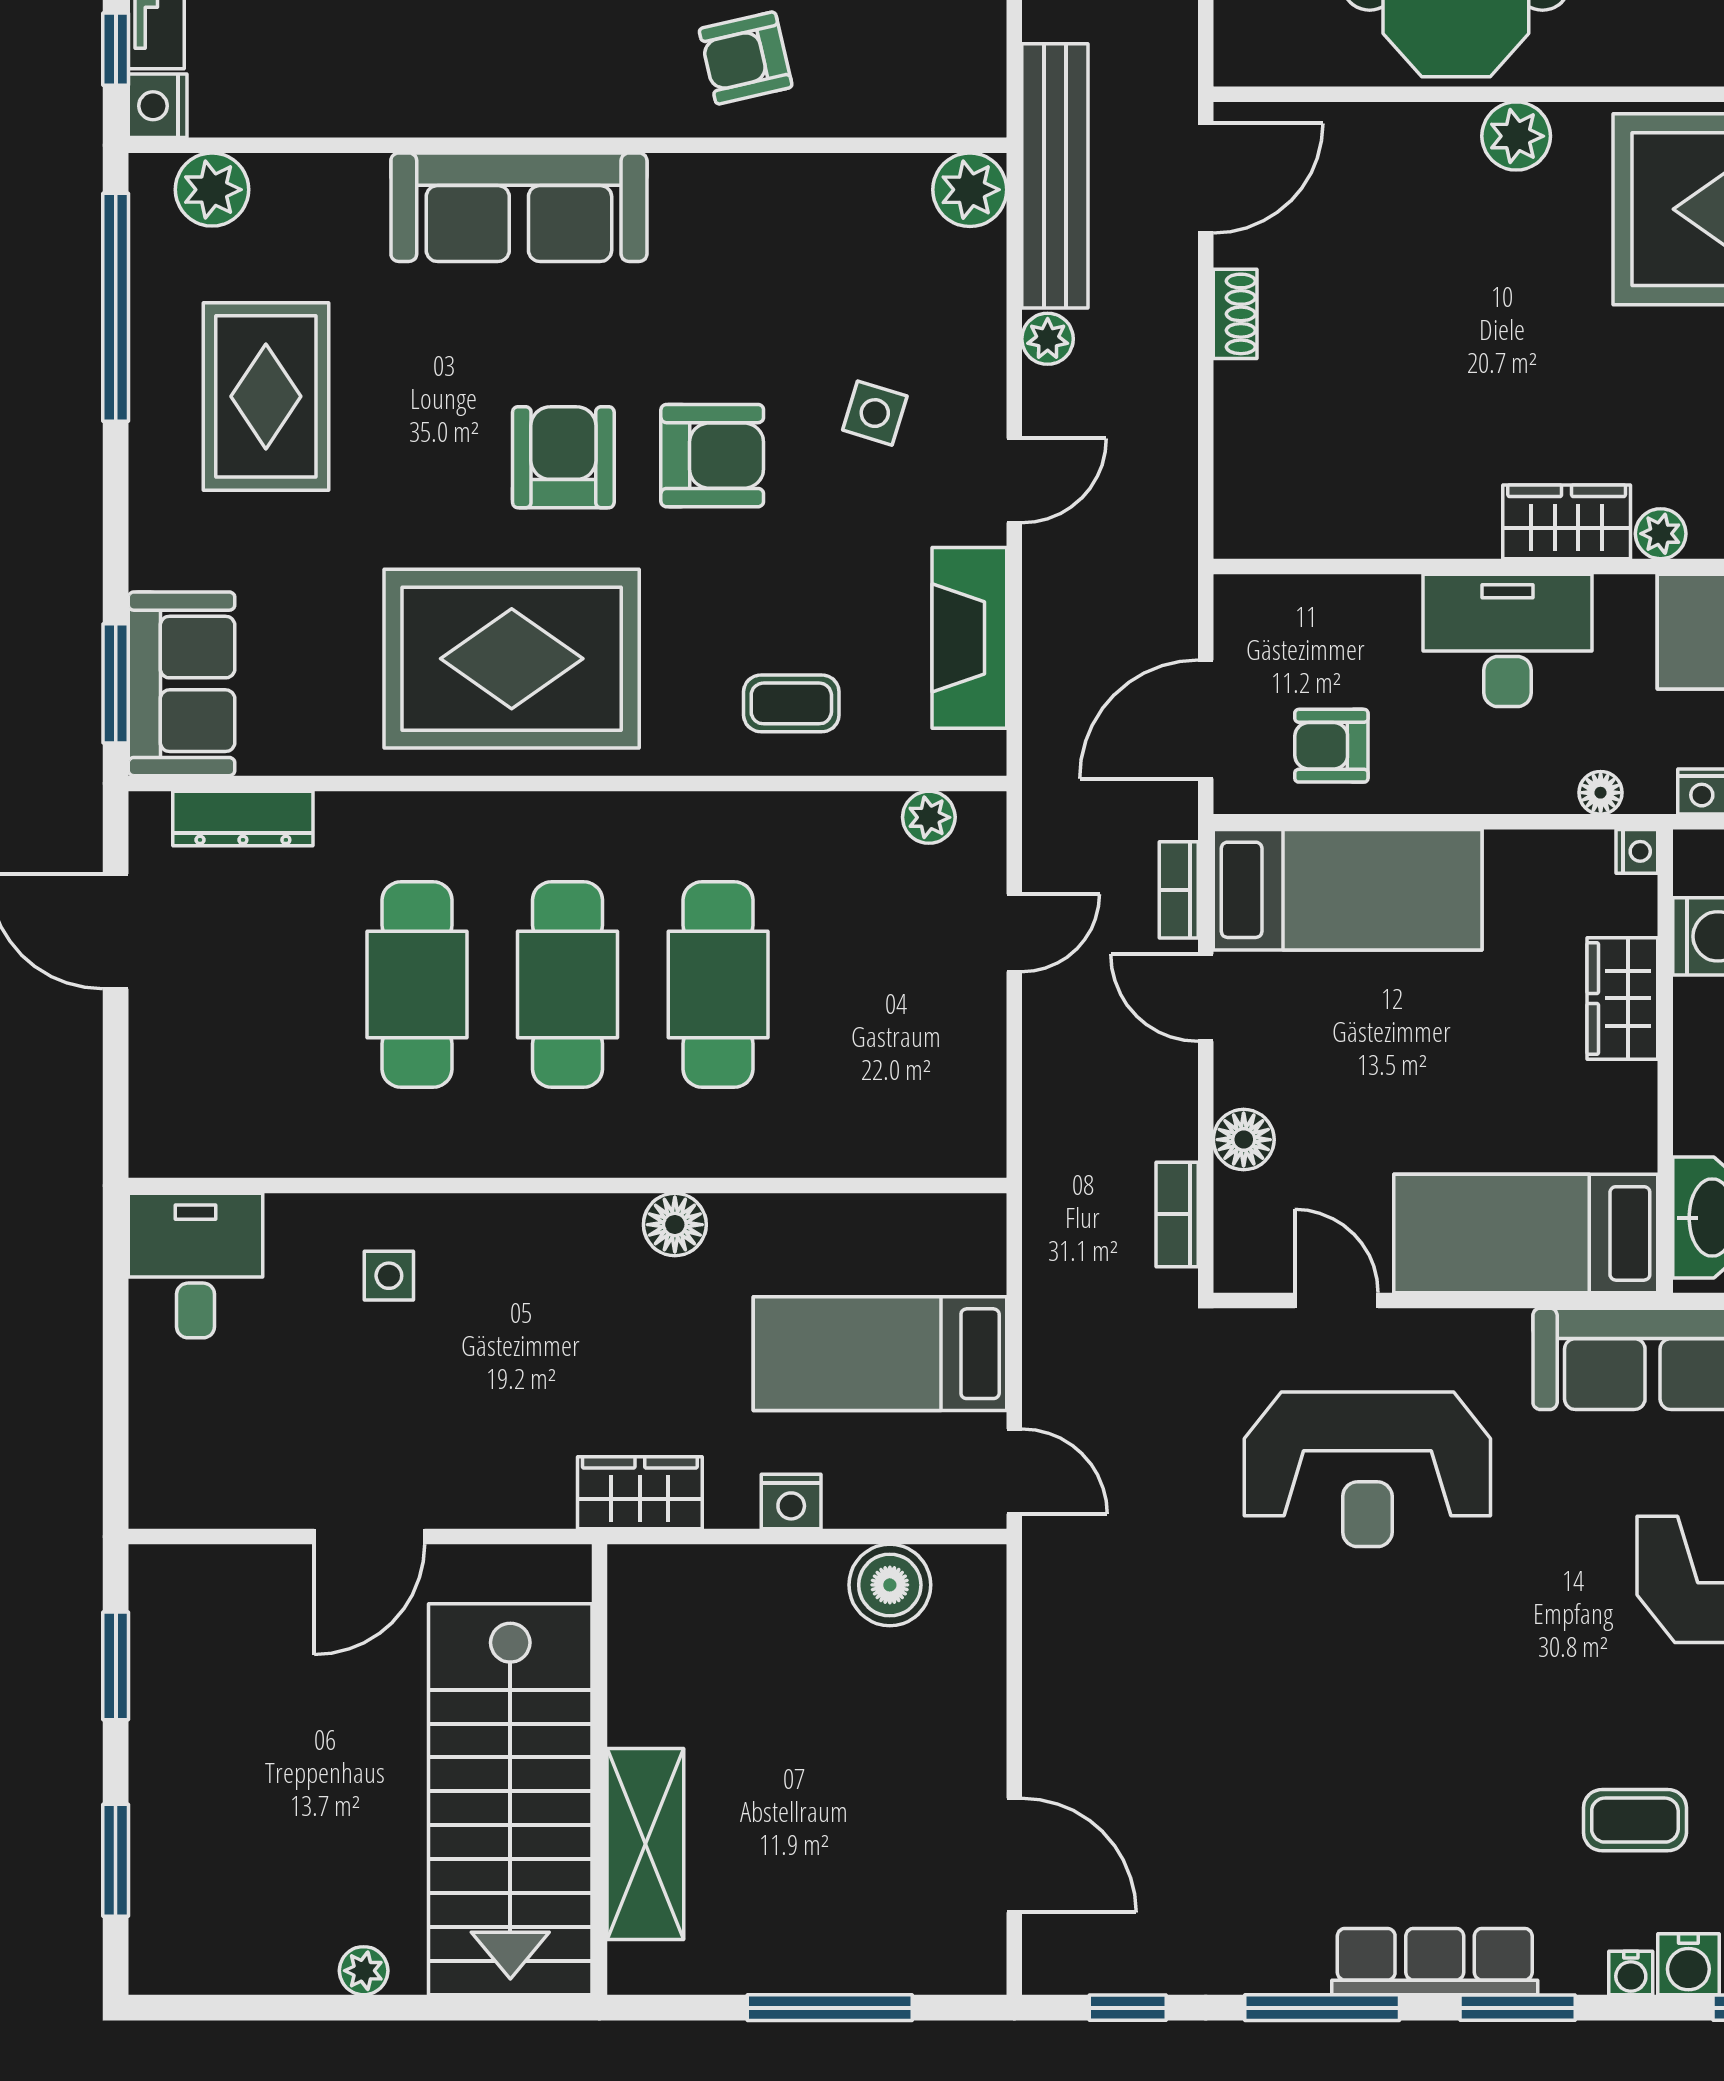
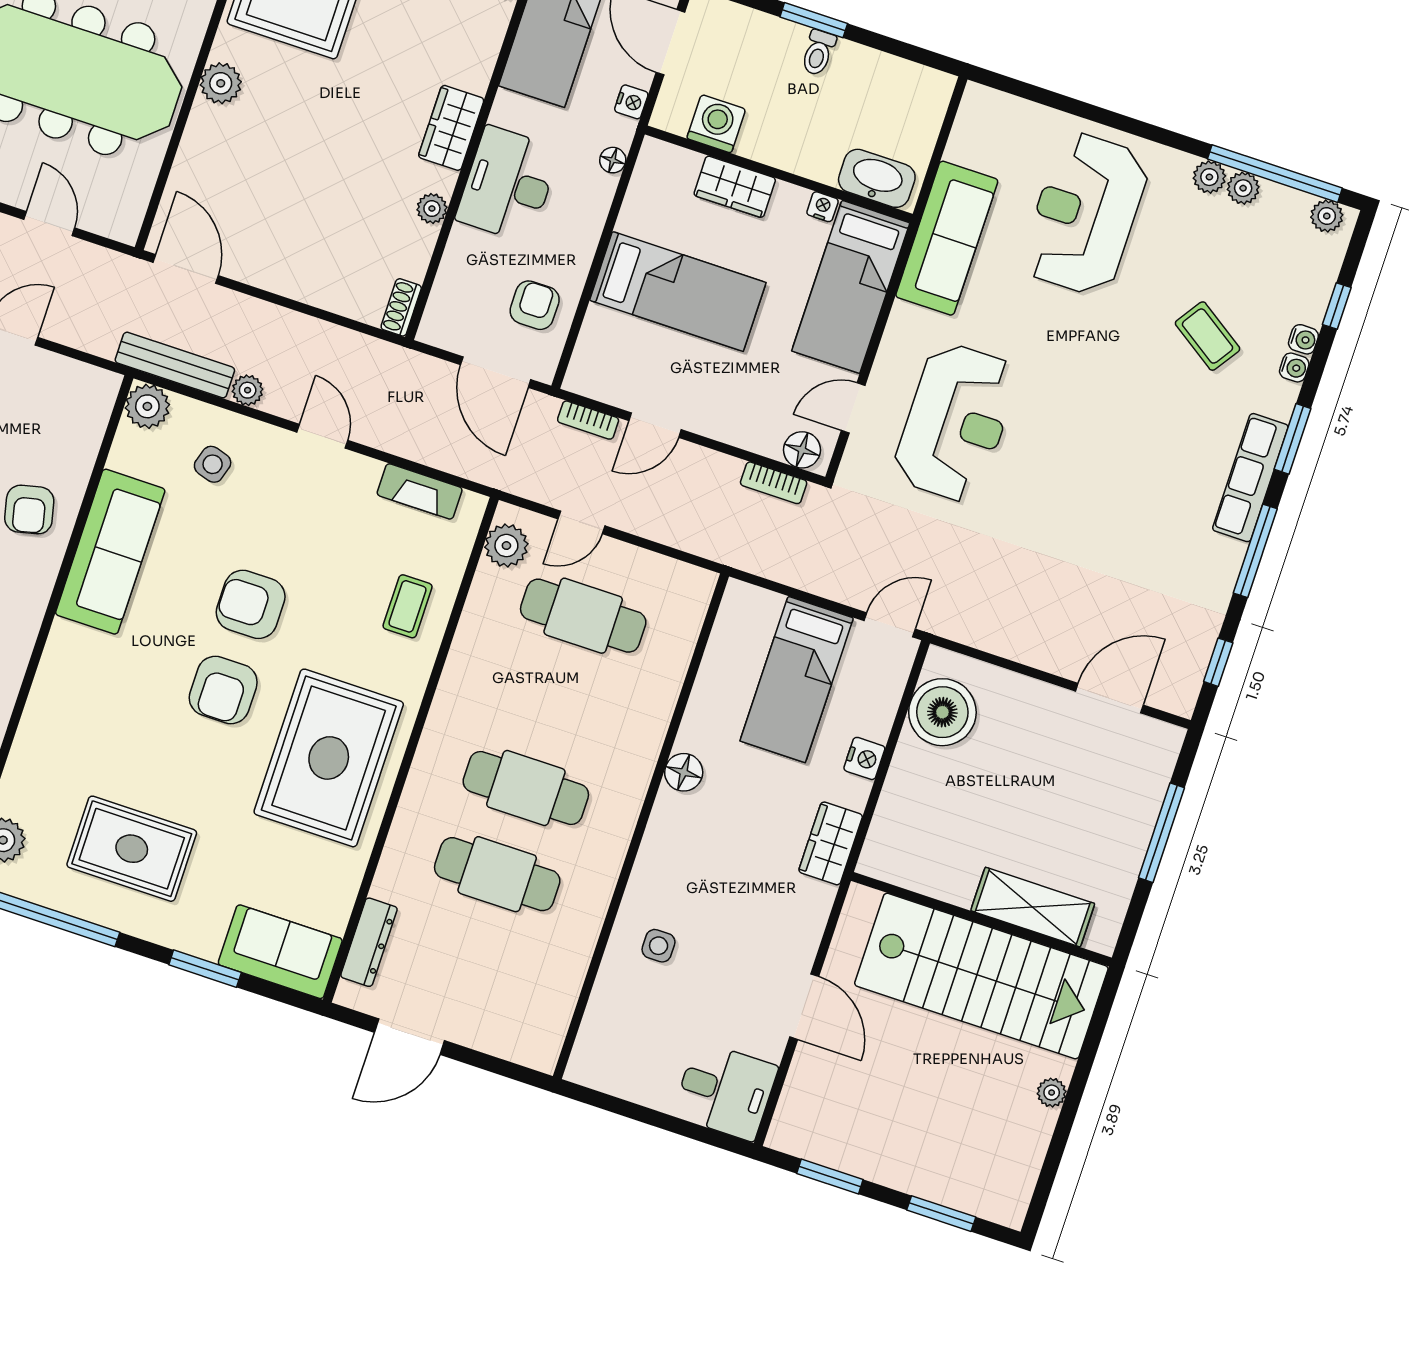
bench: (1055, 176) -> (175, 365), width x0.73, depth x0.82
sofa: (519, 207) -> (110, 552), moved
shoe rack: (1235, 314) -> (401, 307), moved, turned -90
side table: (875, 413) -> (213, 464), moved
armchair: (712, 456) -> (251, 604), turned -90
armchair: (563, 457) -> (223, 690), turned -90
plant: (1661, 534) -> (432, 209), moved
fireplace: (969, 638) -> (420, 491), width x0.73, depth x0.76
window: (116, 683) -> (205, 969), moved
armchair: (1331, 746) -> (535, 305), turned 180
plant: (929, 817) -> (506, 546), width x1.38, depth x1.38
nightstand: (1637, 851) -> (823, 207), moved
bed: (1348, 890) -> (678, 291), moved, turned 90
door: (1014, 933) -> (581, 522), swing flipped
cafe table: (718, 985) -> (583, 616), moved
floor lamp: (1244, 1140) -> (802, 450), moved
desk: (196, 1266) -> (725, 1091), moved, turned 180
boiler: (890, 1585) -> (942, 712), width x1.37, depth x1.37
coffee table: (1635, 1820) -> (1208, 336), turned -56
water cooler: (1688, 1964) -> (1303, 339), width x0.72, depth x0.72

